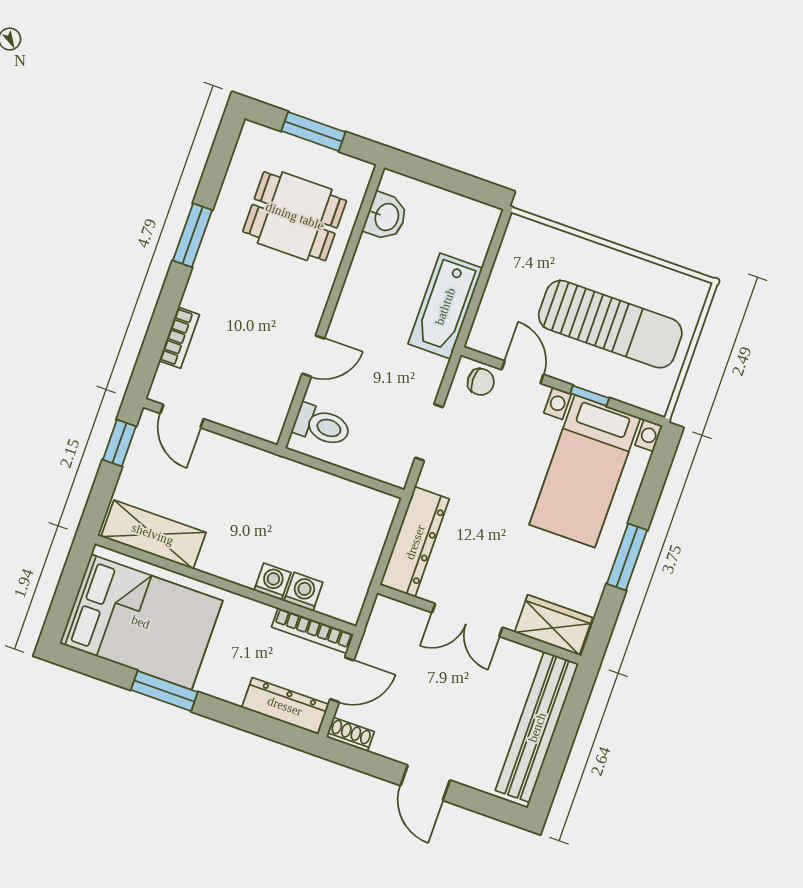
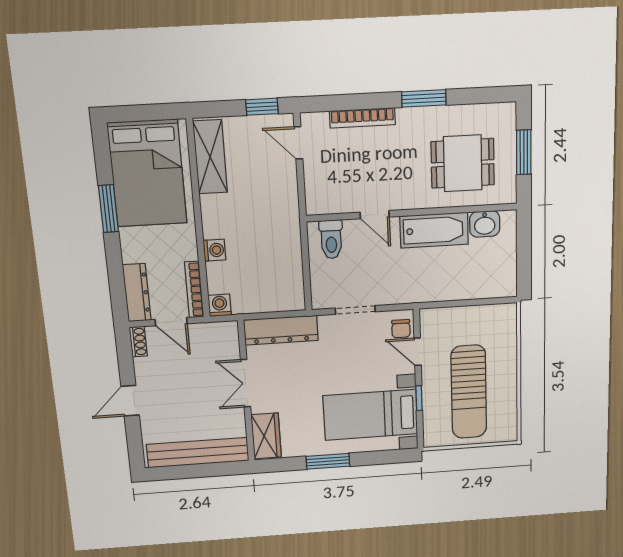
dining table: (295, 216) -> (463, 163), turned 90
bathtub: (445, 306) -> (434, 230), moved, turned 180
bookcase: (179, 338) -> (362, 118), width x1.56
door: (523, 372) -> (418, 352), swing flipped
door: (182, 416) -> (298, 143), hinge flipped
washing machine: (303, 592) -> (220, 305), moved, turned -90

